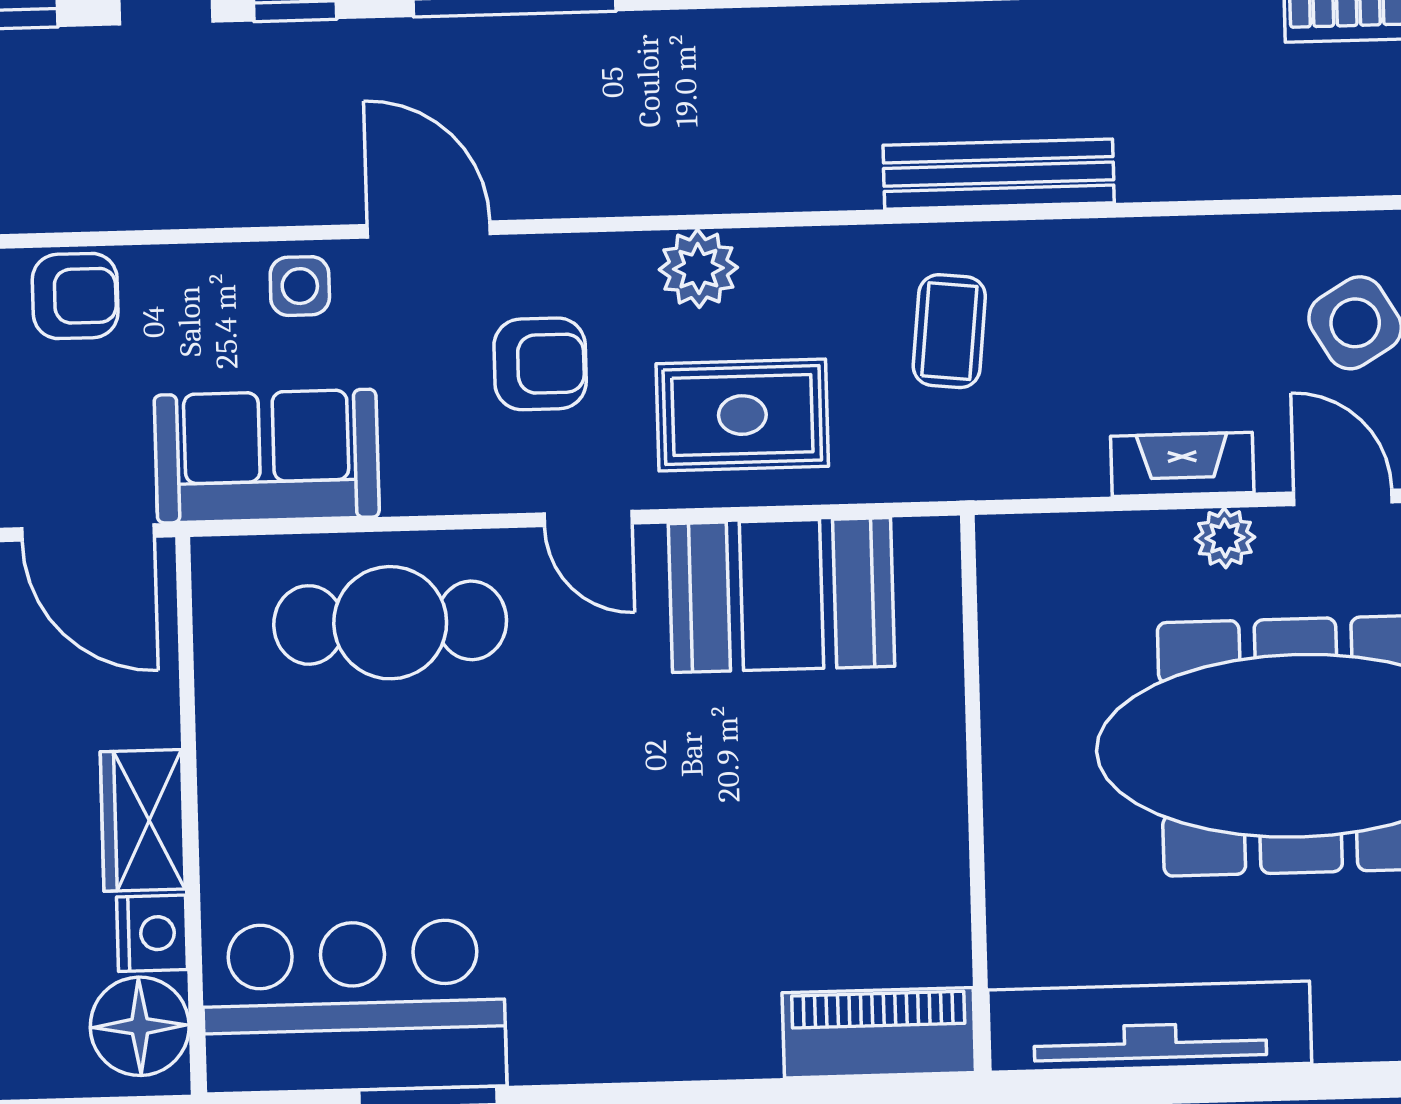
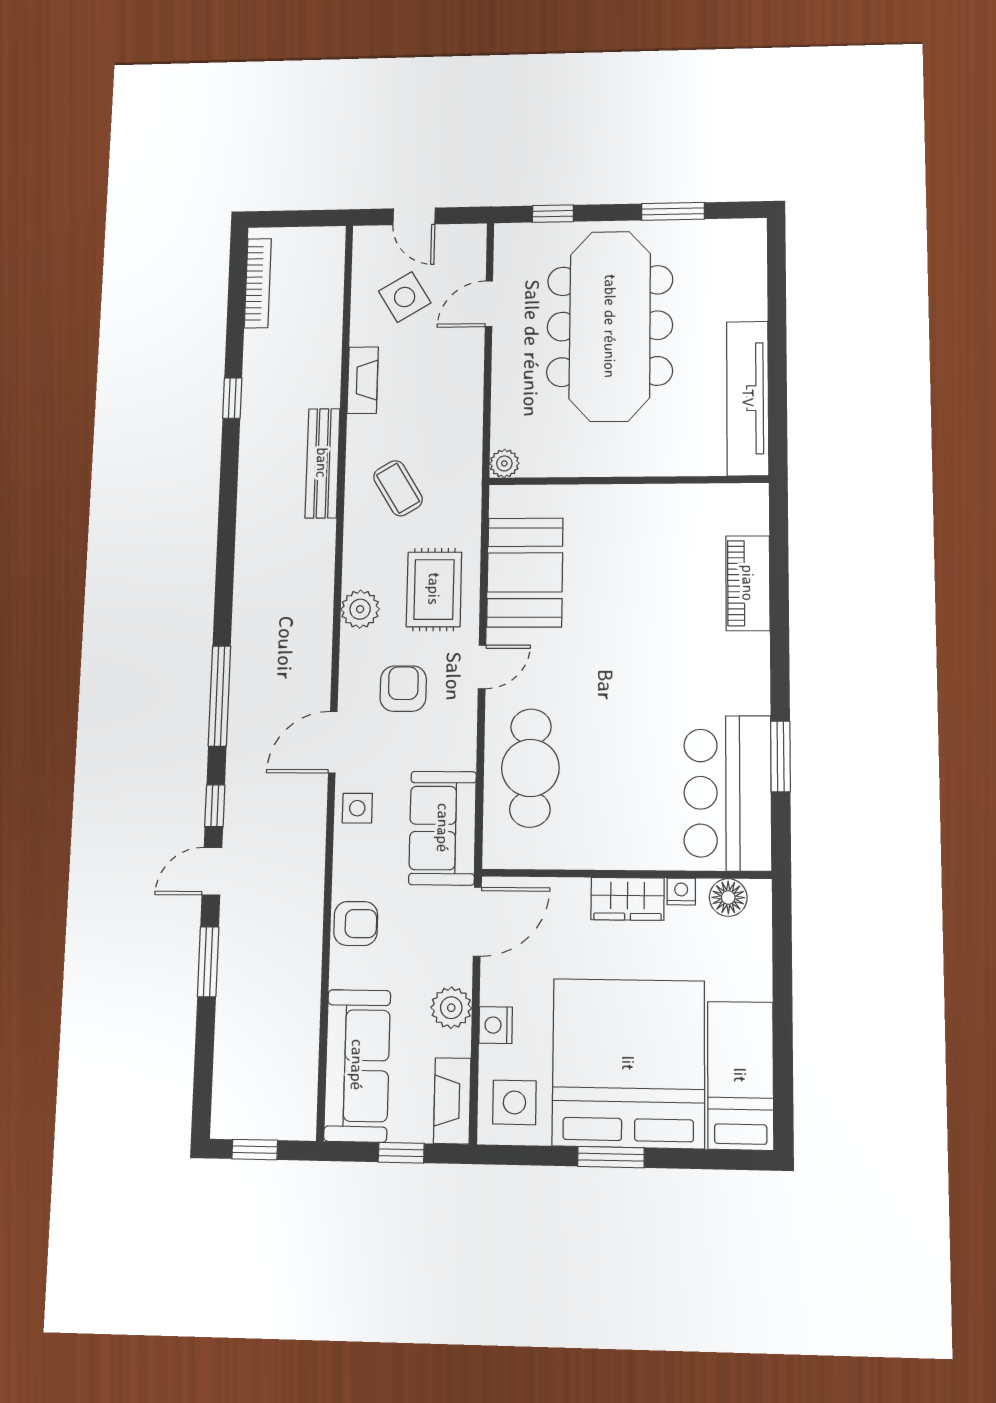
armchair: (75, 296) -> (356, 924), turned 90
coffee table: (949, 331) -> (398, 488), turned 53
fireplace: (1182, 464) -> (363, 380), moved, turned 180
plant: (1225, 538) -> (504, 463), moved
nightstand: (152, 933) -> (681, 892), width x0.72, depth x0.74
floor lamp: (140, 1026) -> (728, 897), width x0.73, depth x0.73
piano: (879, 1033) -> (748, 583), moved

